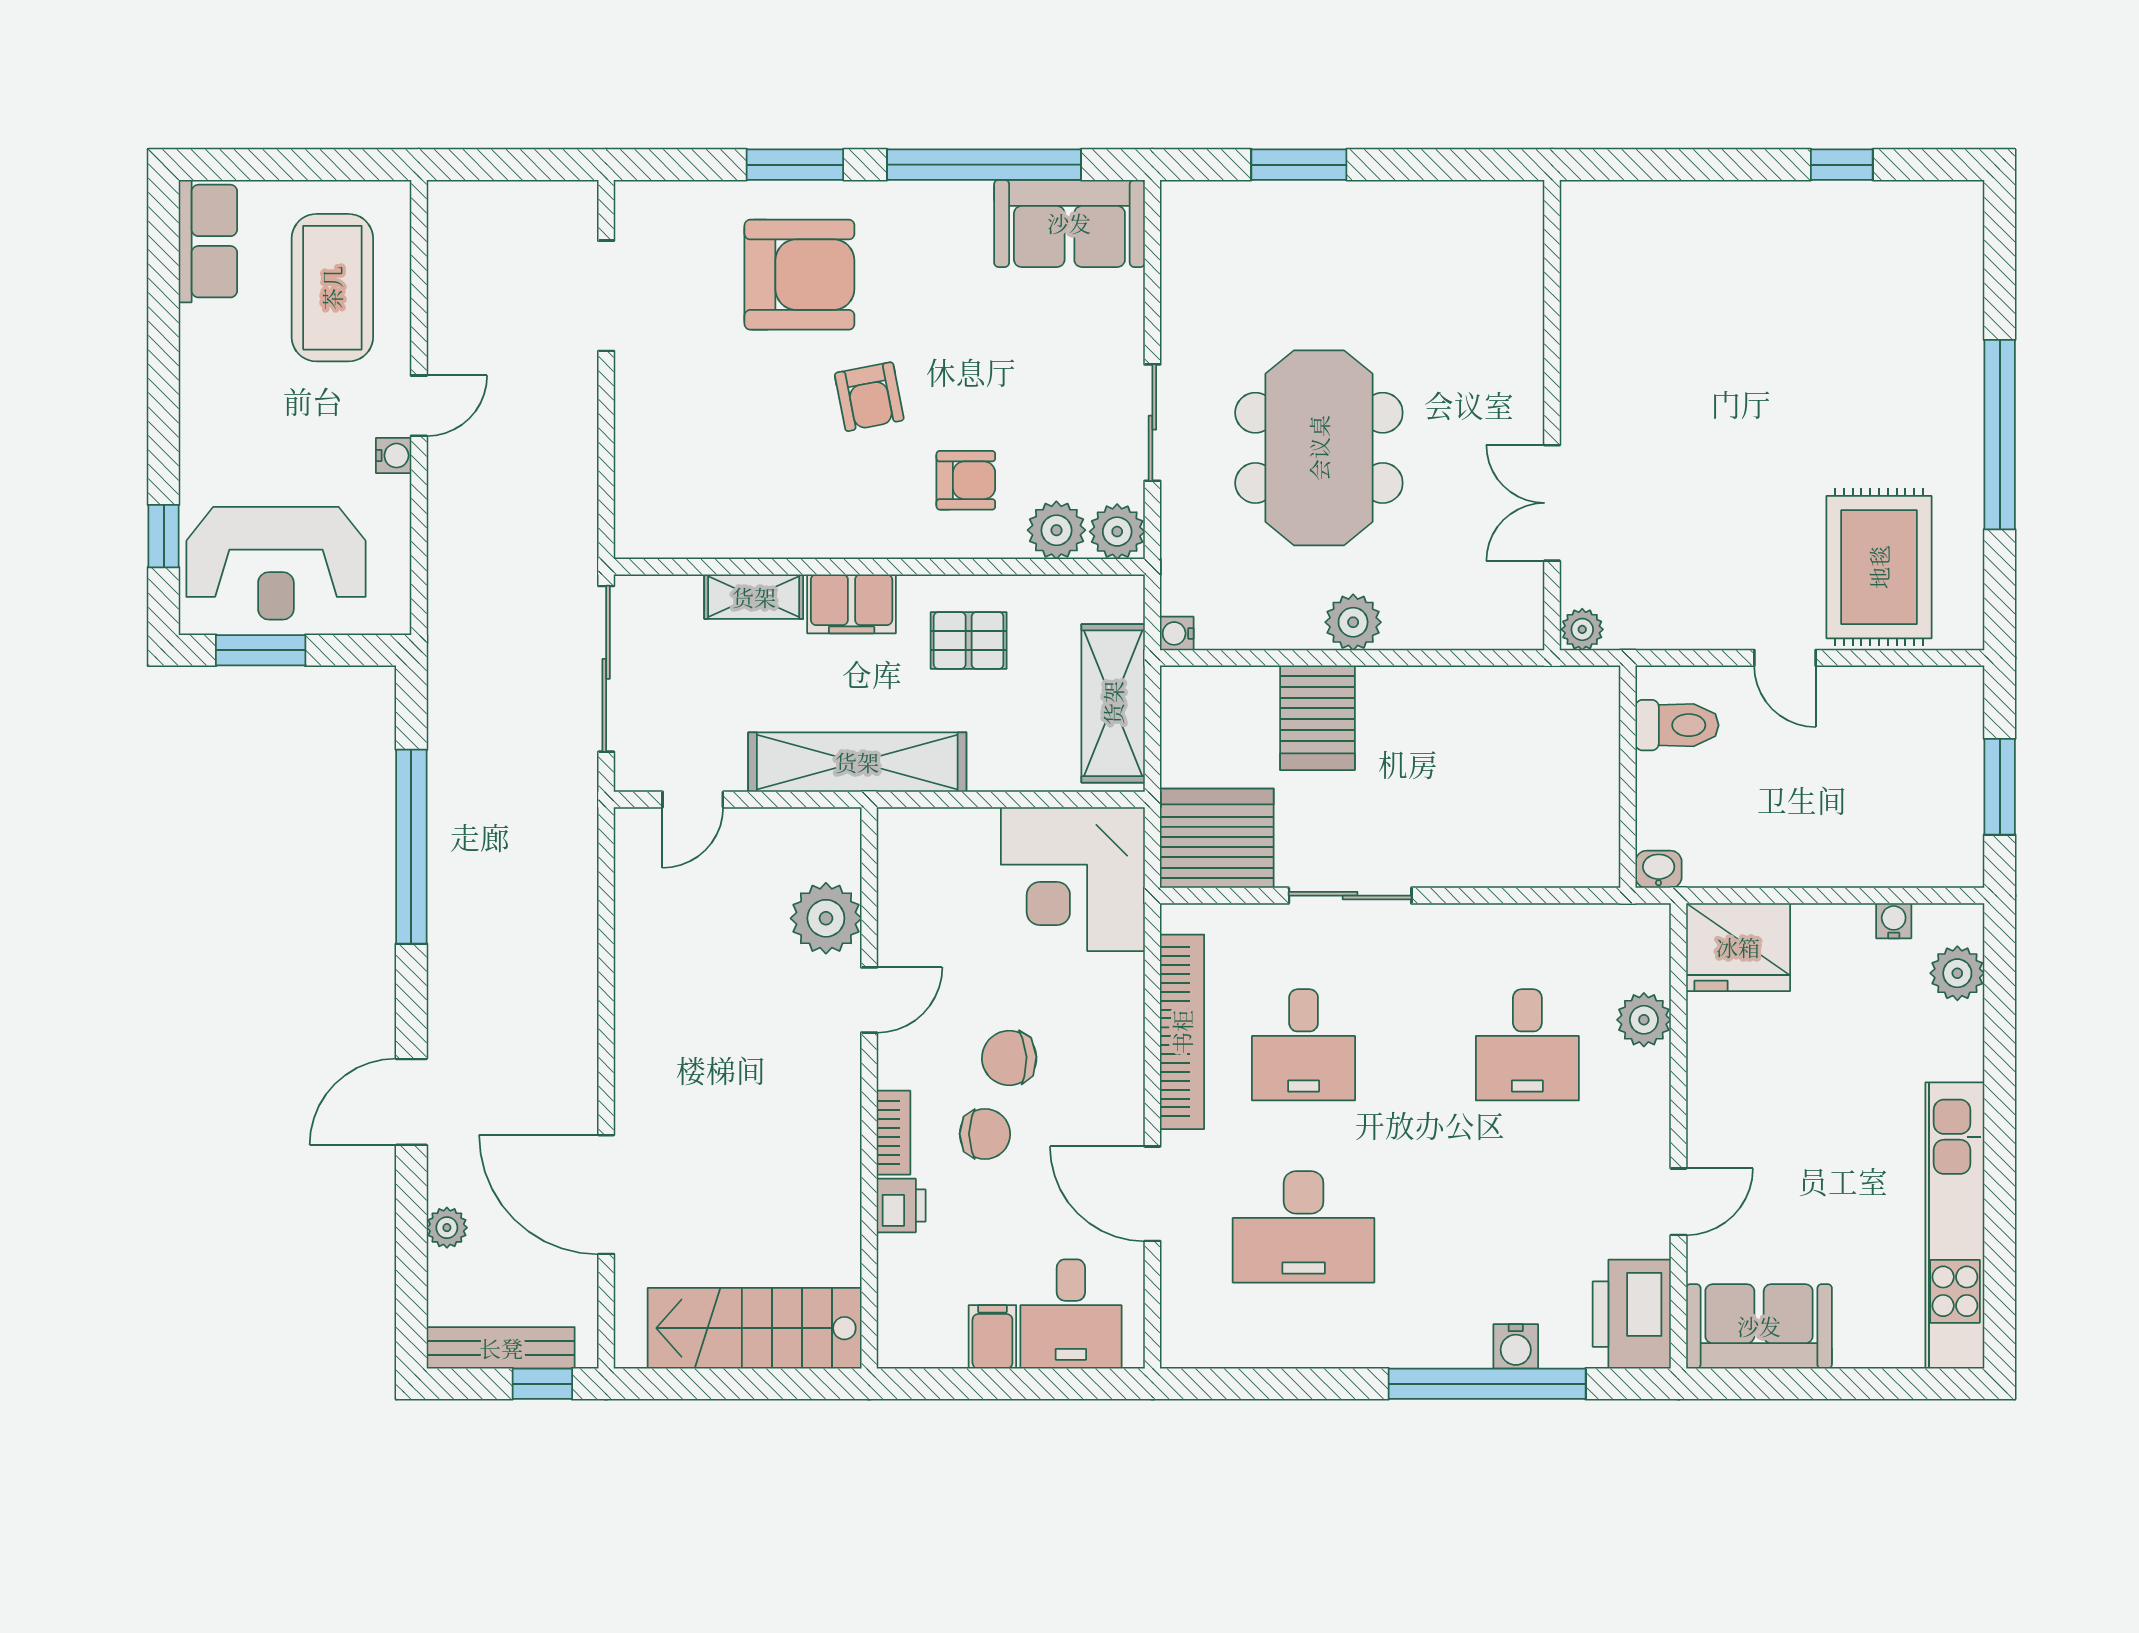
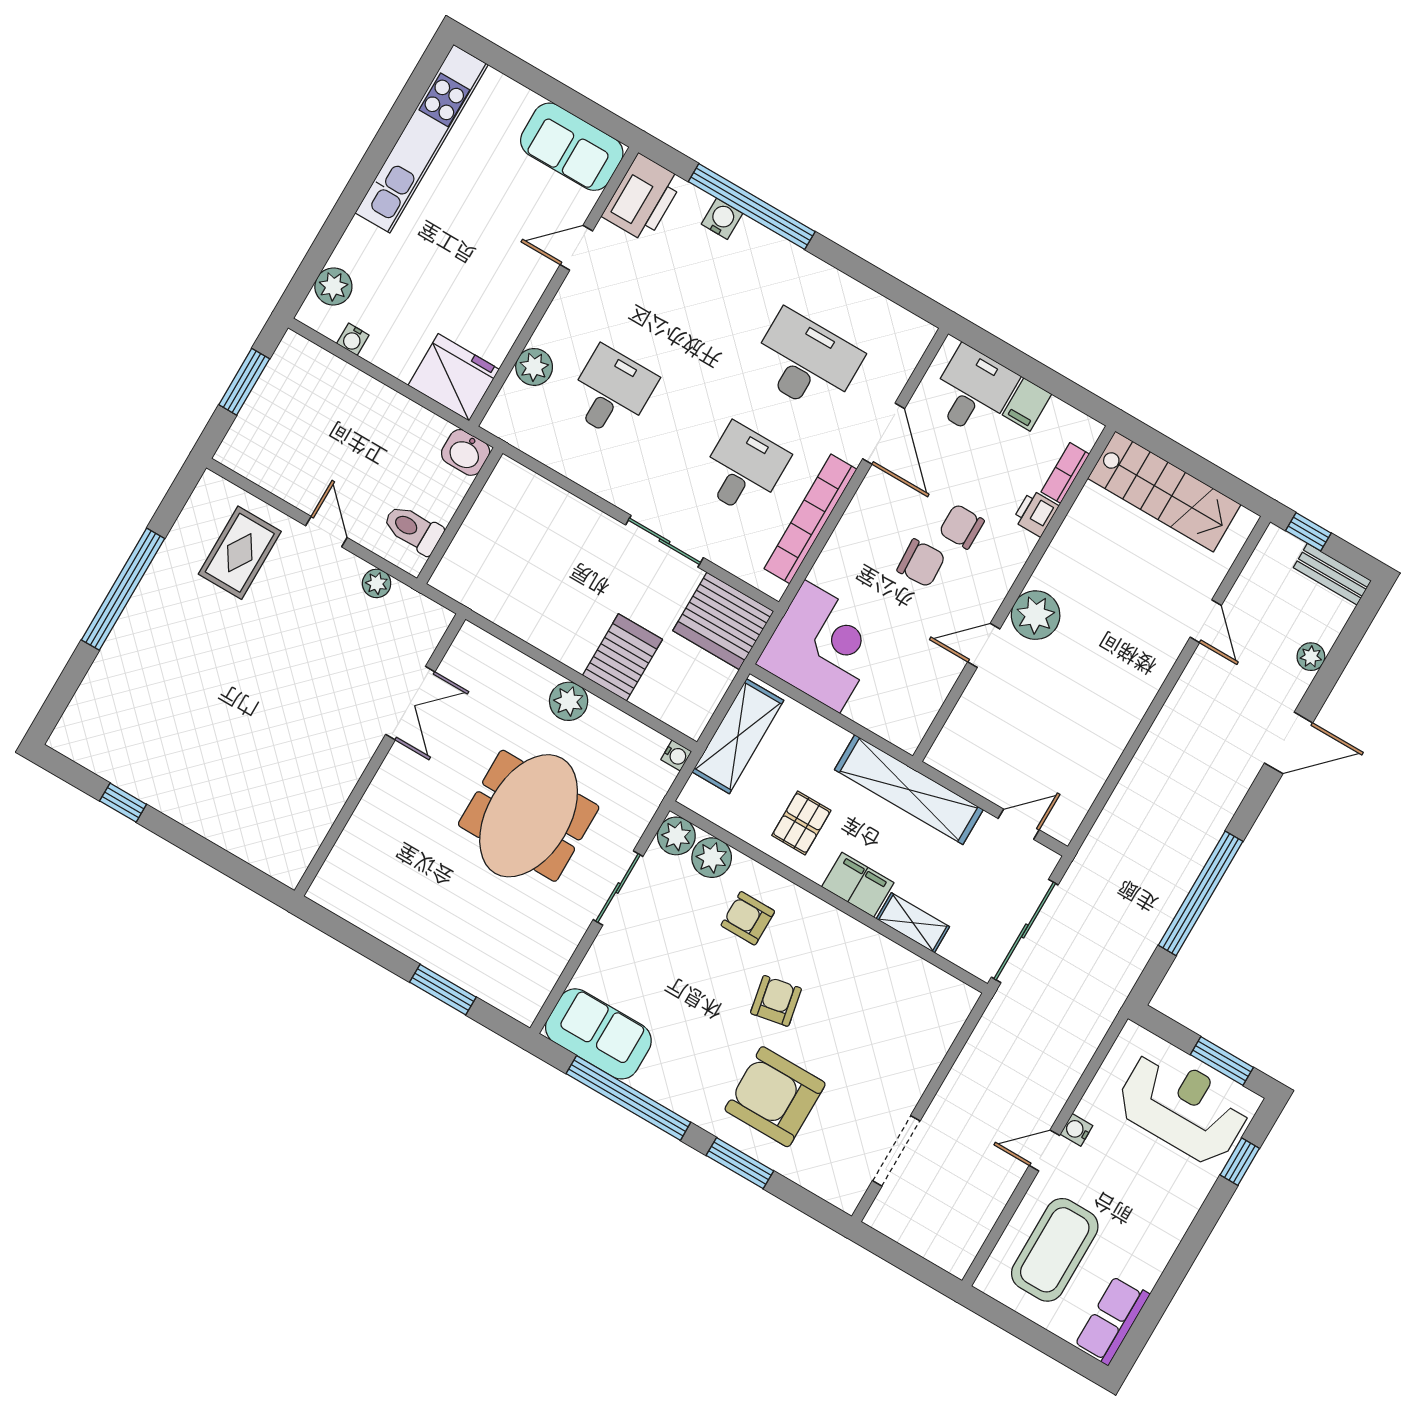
rug: (1879, 567) -> (240, 553), width x0.73, depth x0.70
plant: (1582, 629) -> (377, 583), moved
pallet: (969, 640) -> (801, 823), turned 90
washbasin: (1659, 869) -> (466, 452), width x1.38, depth x1.45
plant: (826, 918) -> (1036, 615), moved
bookcase: (894, 1133) -> (1065, 473), moved
door: (606, 1195) -> (1206, 621), width x0.53
bench: (501, 1348) -> (1332, 574), width x0.73

